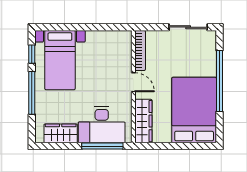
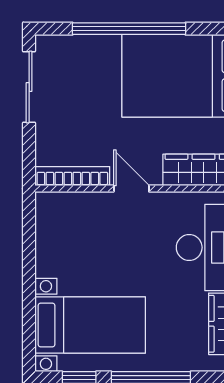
door: (133, 82) -> (131, 189), hinge flipped

